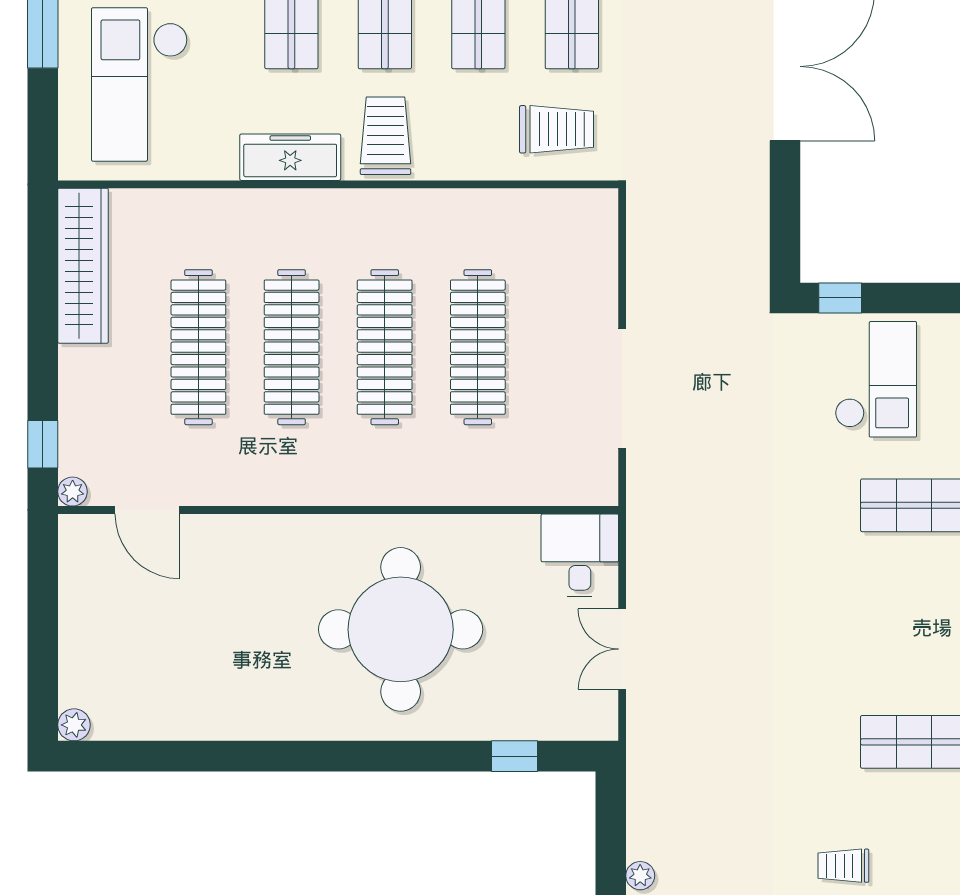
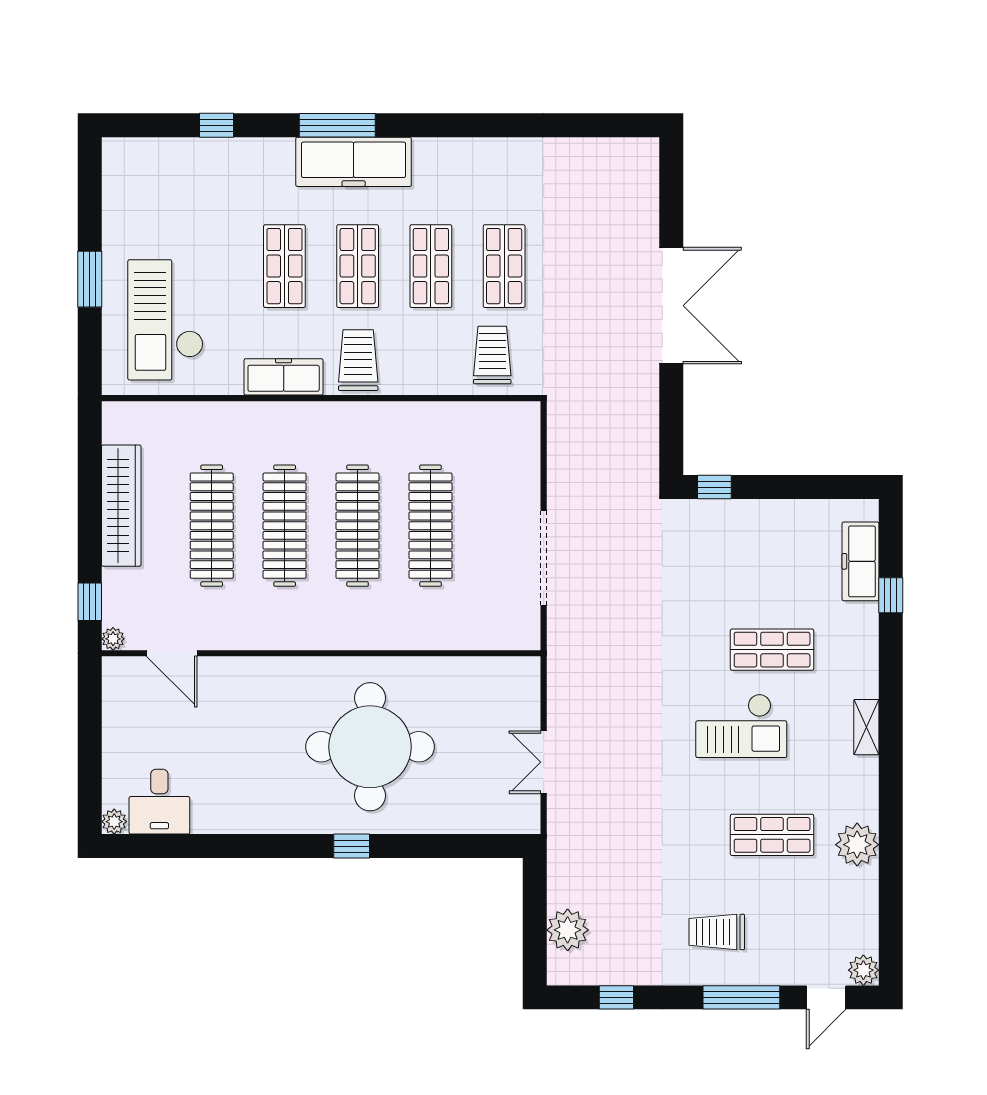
trolley: (557, 129) -> (492, 355), turned -90
wardrobe: (83, 266) -> (121, 506), moved
checkout: (876, 379) -> (741, 726), moved, turned 90
desk: (580, 555) -> (159, 802), moved, turned 180
window: (514, 756) -> (352, 846), moved
trolley: (843, 866) -> (717, 932), width x1.36, depth x1.39
plant: (640, 876) -> (568, 930), width x1.88, depth x1.88

